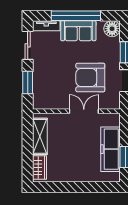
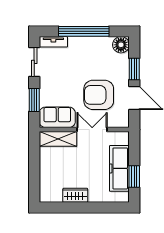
sofa: (78, 31) -> (57, 117), moved, turned 180
shelving: (40, 136) -> (58, 139), moved, turned 90
wardrobe: (39, 167) -> (75, 195), moved, turned -90

